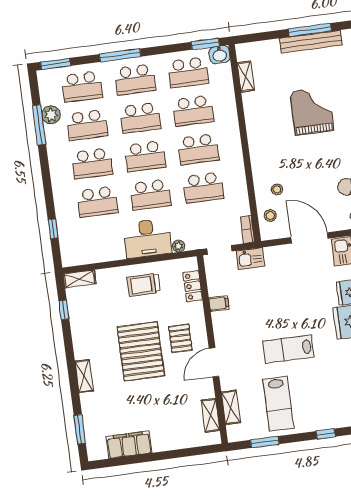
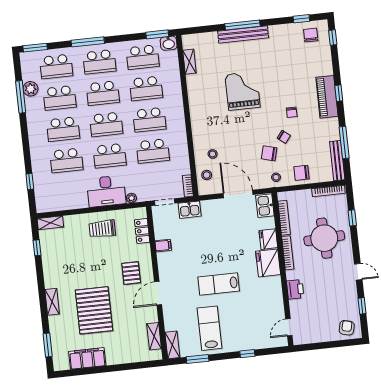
pallet: (141, 351) -> (94, 310), moved
lab bench: (278, 404) -> (209, 328), turned 180
shelving: (231, 407) -> (172, 345), moved

